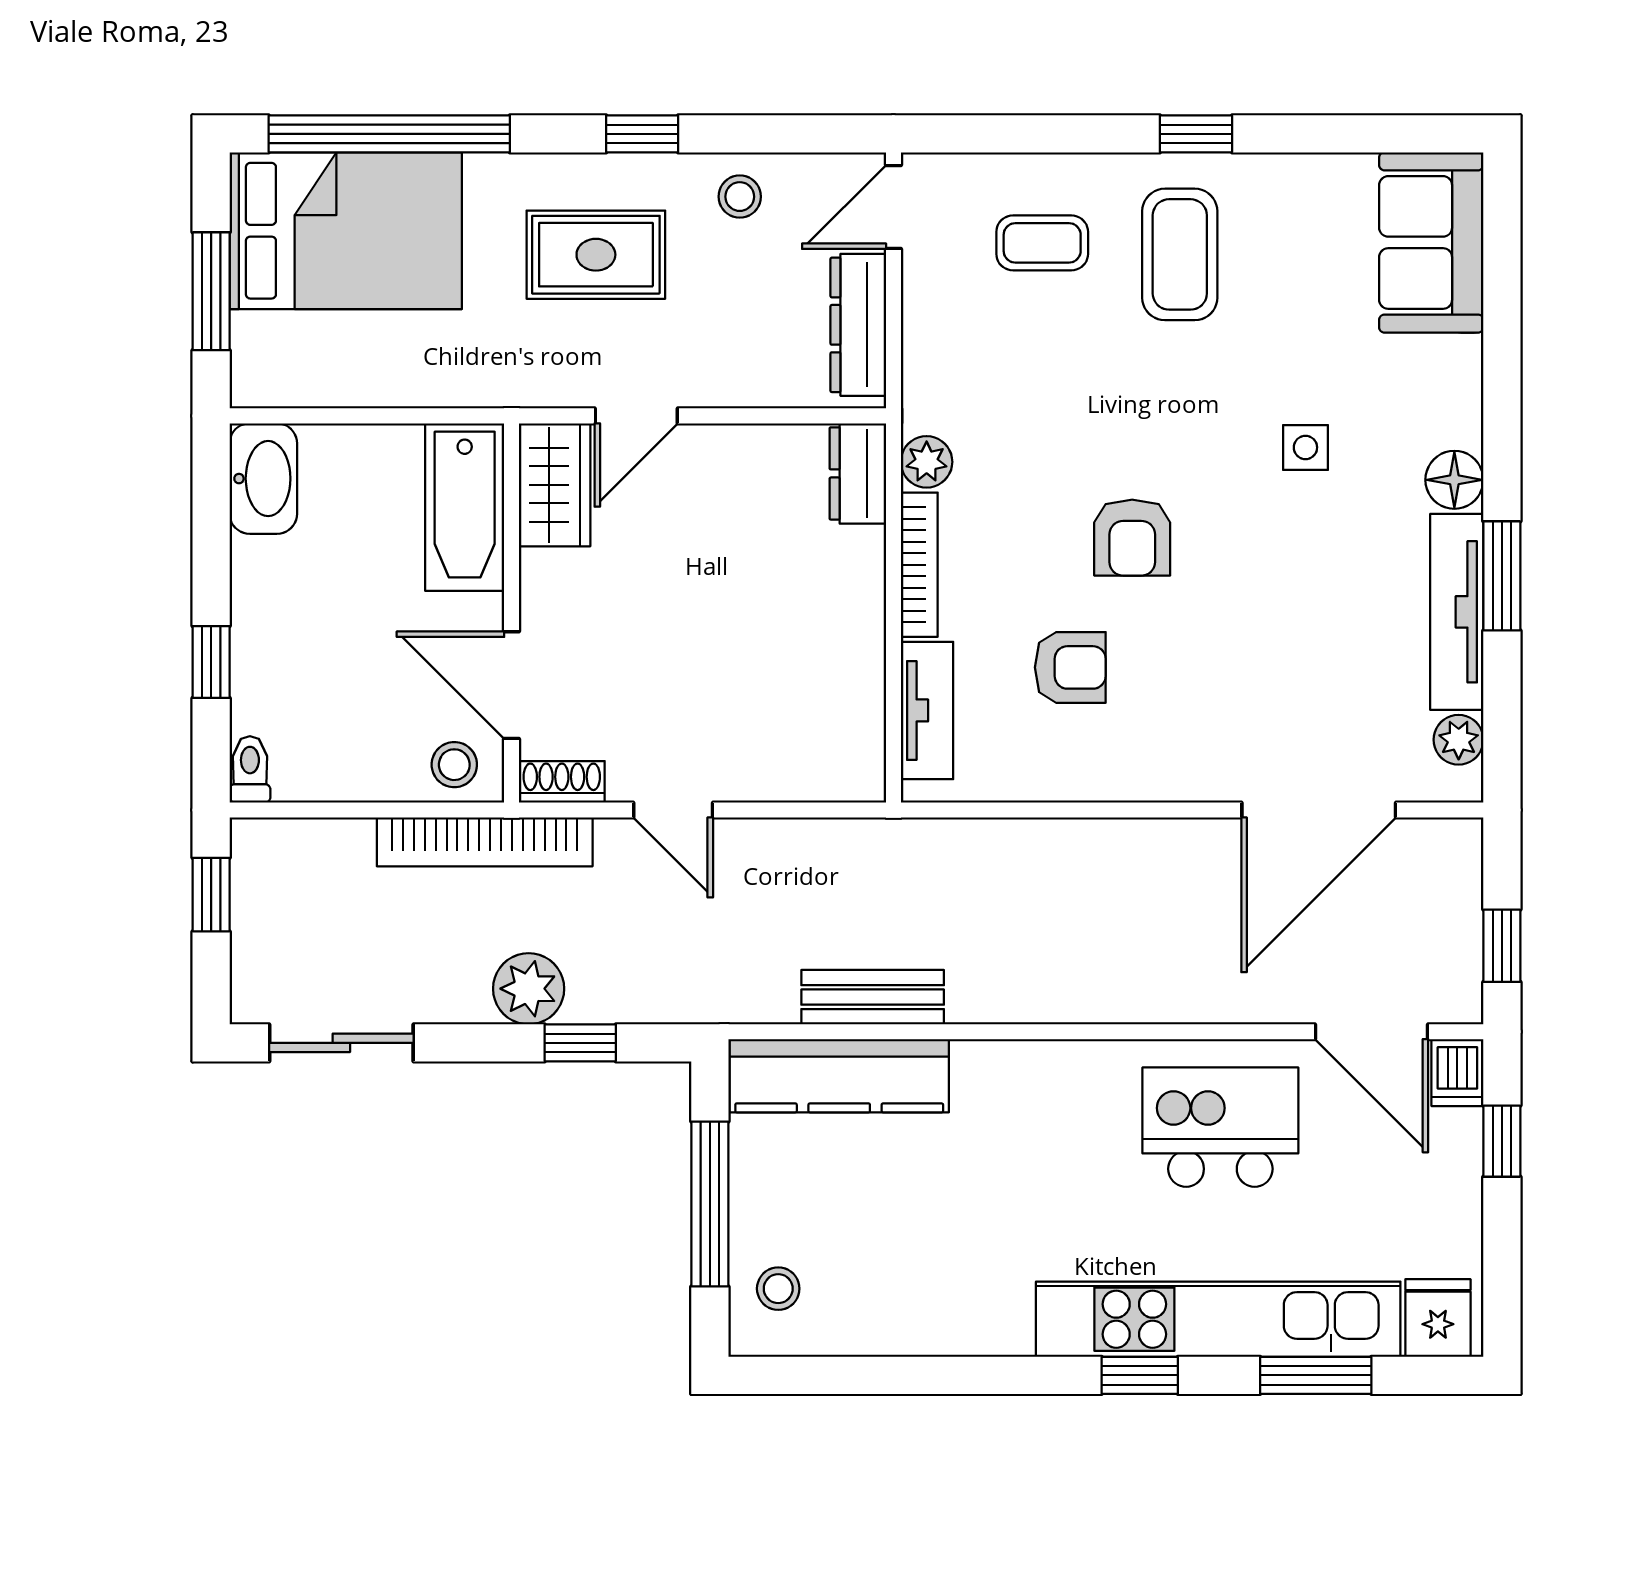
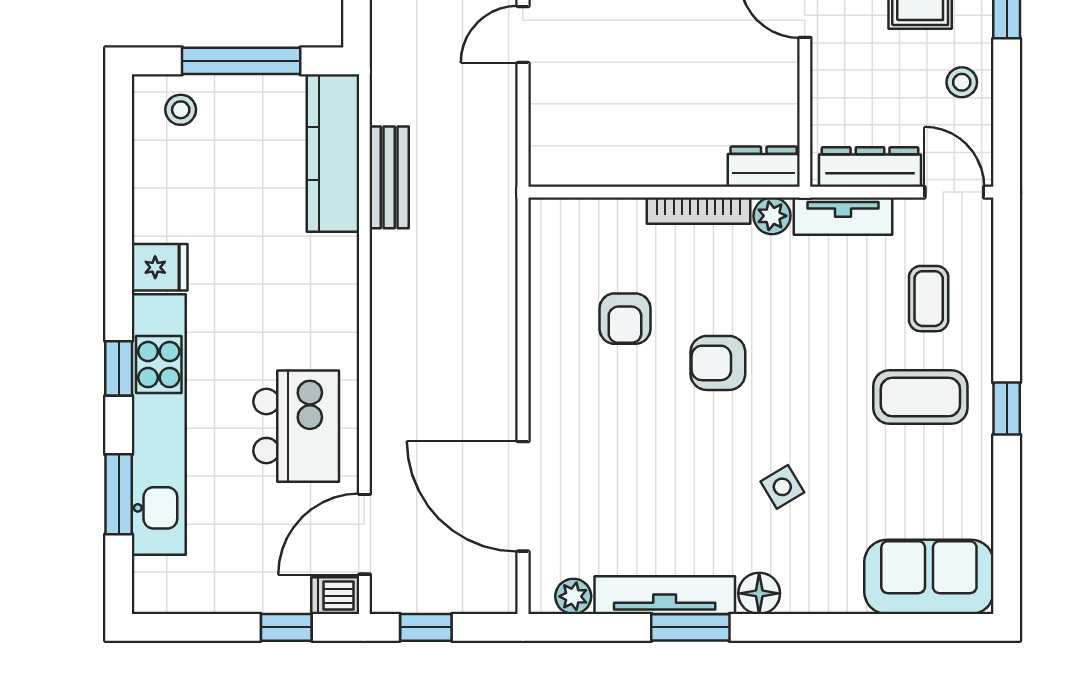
side table: (1305, 447) -> (782, 487), turned -31
tv unit: (927, 710) -> (843, 216), moved
fridge: (1438, 1318) -> (160, 267), moved

